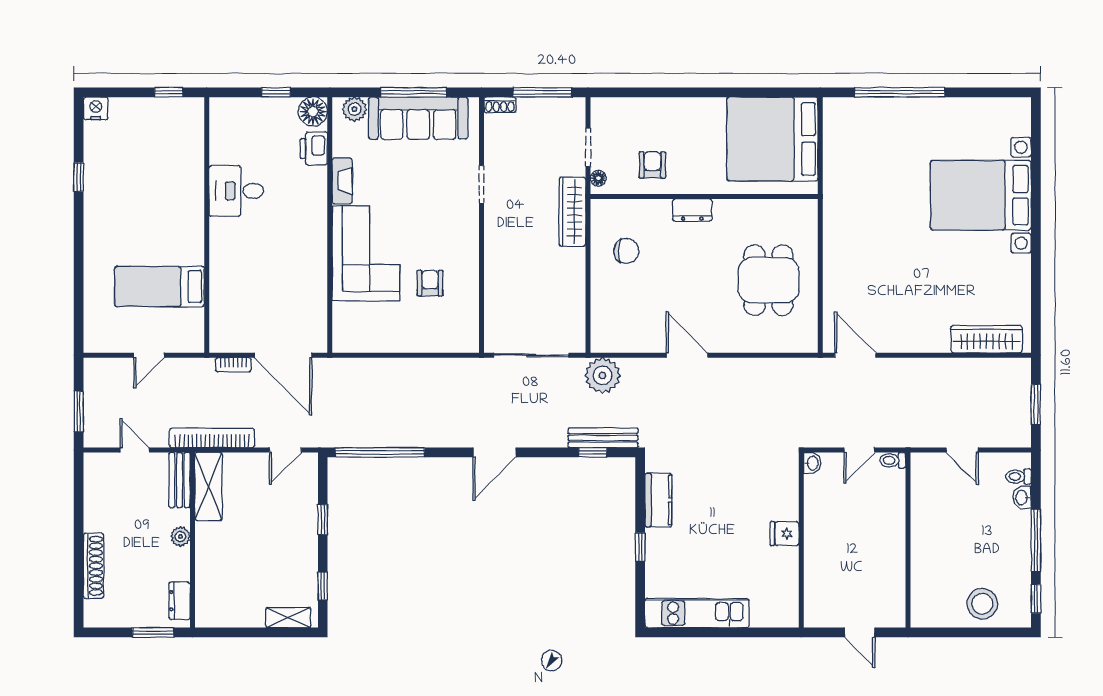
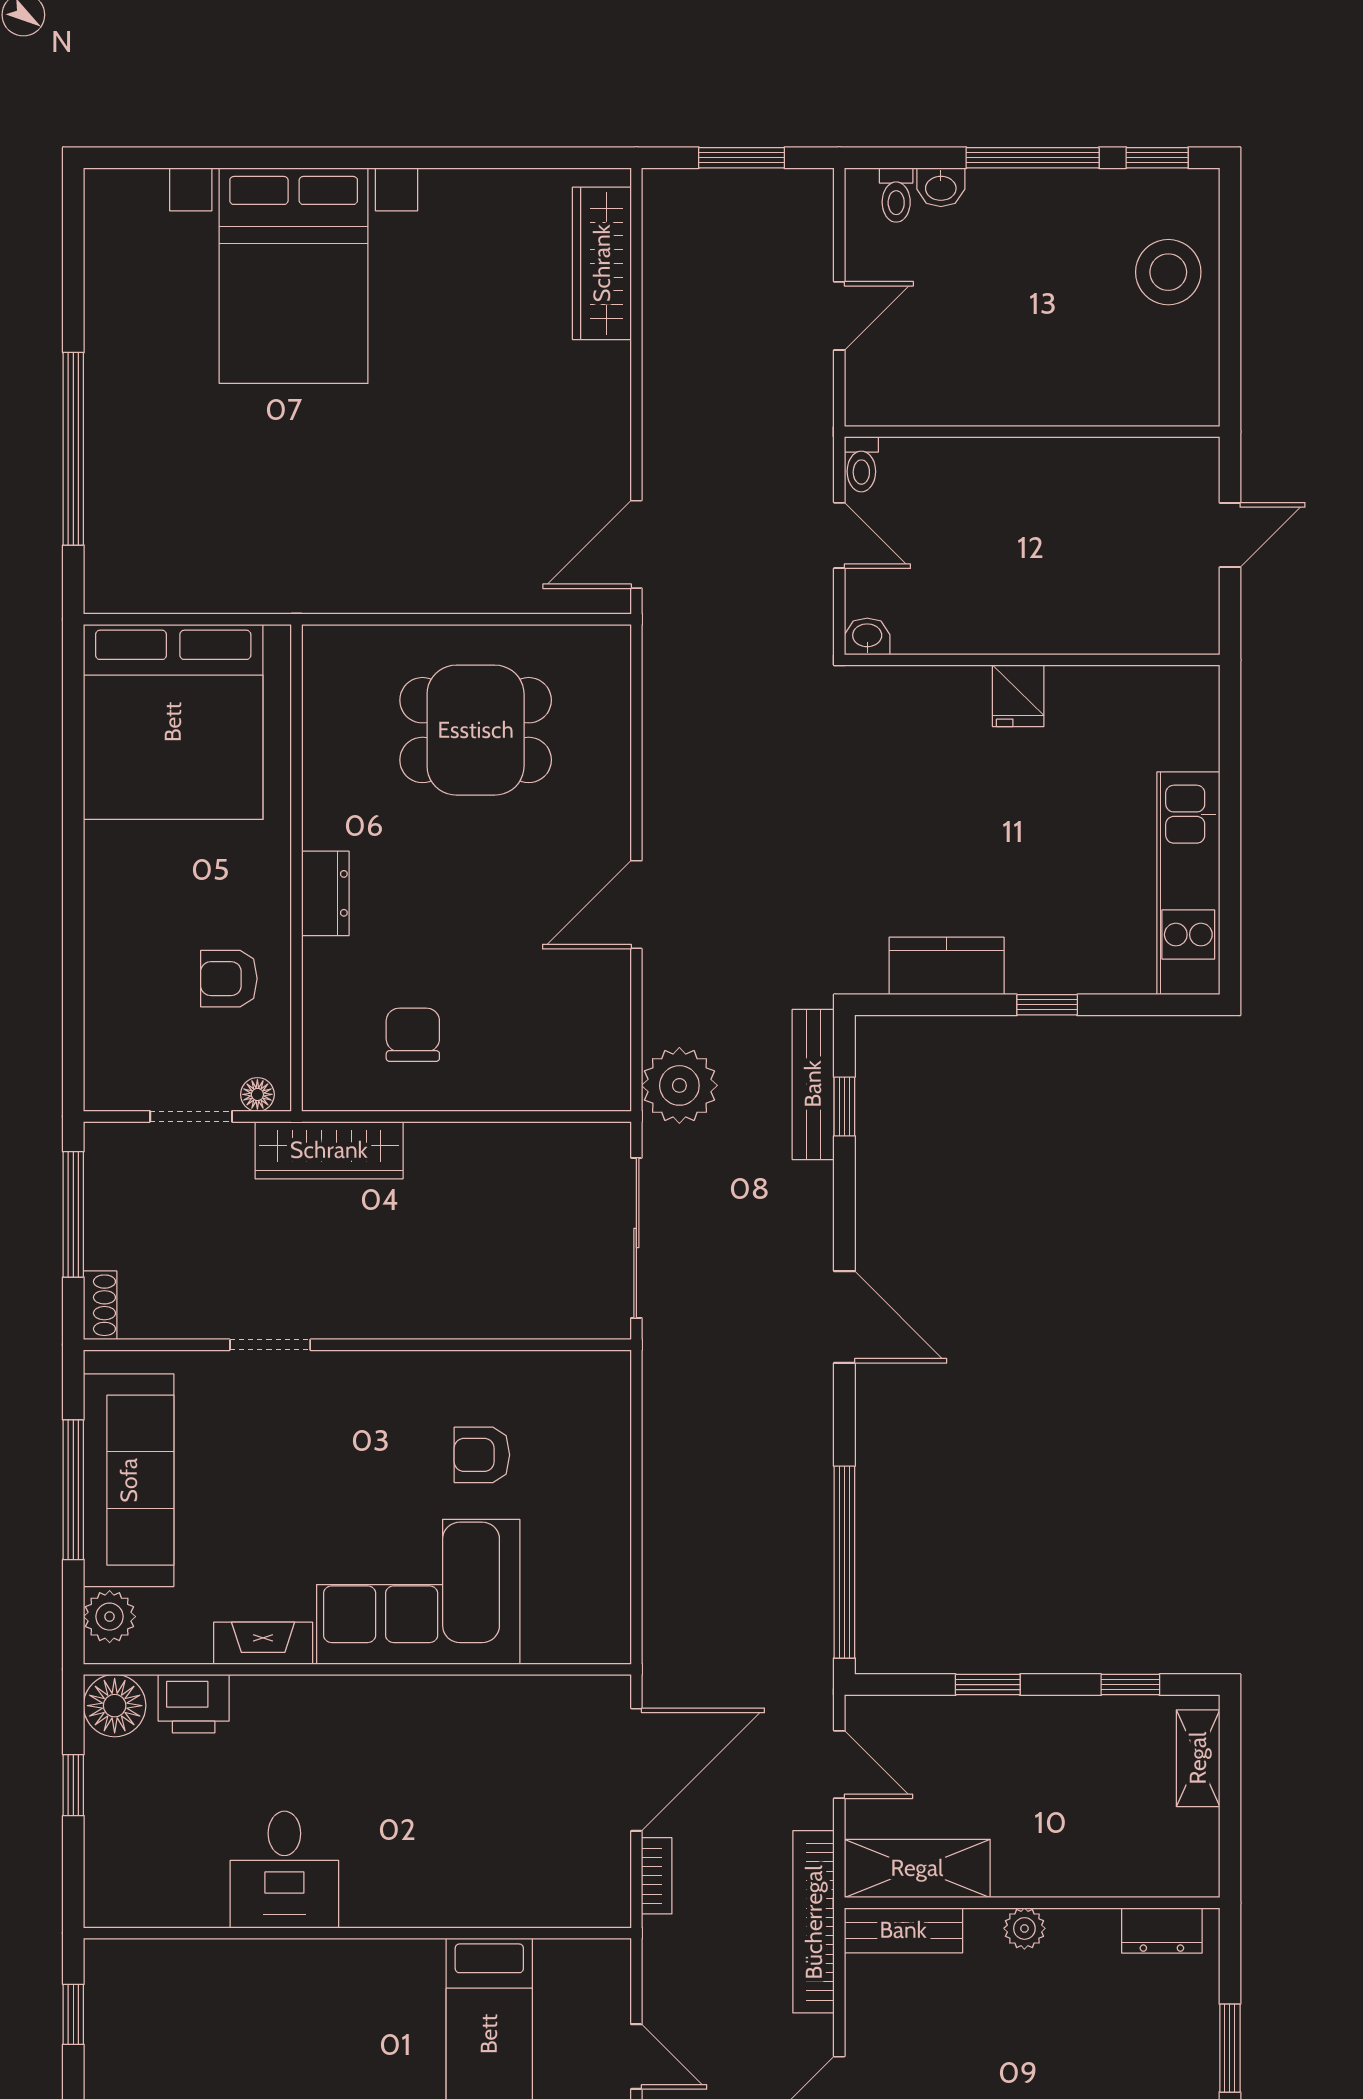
bench: (180, 480) -> (903, 1930), moved
shelving: (208, 486) -> (917, 1868), moved
plant: (180, 537) -> (1024, 1928), moved
wall: (192, 540) -> (1032, 1903), moved
dresser: (179, 601) -> (1162, 1930), moved

